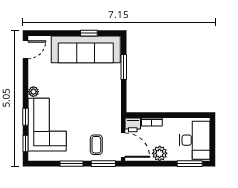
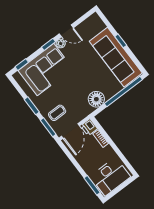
window: (89, 33) -> (121, 41), moved
door: (25, 50) -> (66, 31), moved
window: (124, 67) -> (123, 92), width x2.11
floor lamp: (112, 98) -> (96, 99), added
window: (25, 117) -> (48, 44), moved
plant: (160, 153) -> (84, 160), removed

